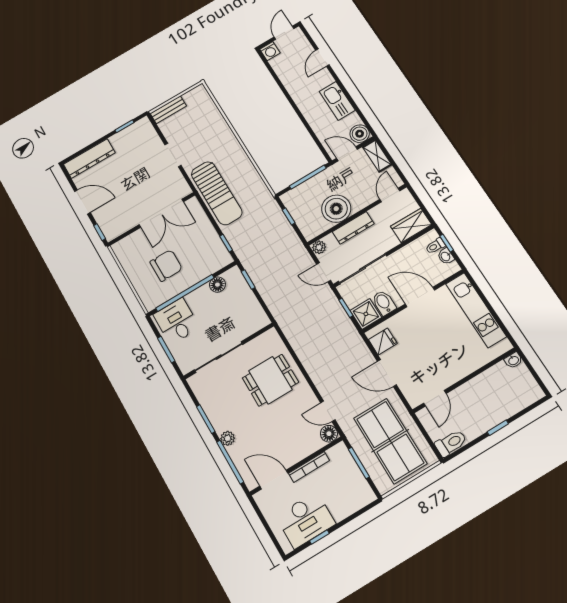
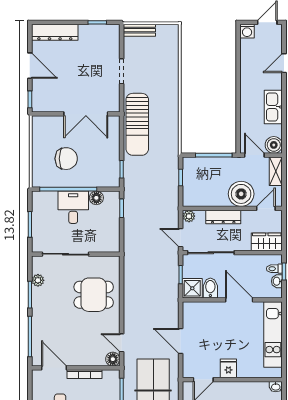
boiler: (336, 209) -> (241, 194), moved
desk: (176, 321) -> (73, 207), moved
fridge: (383, 342) -> (228, 368), moved, turned -90
plant: (228, 438) -> (38, 280), moved

